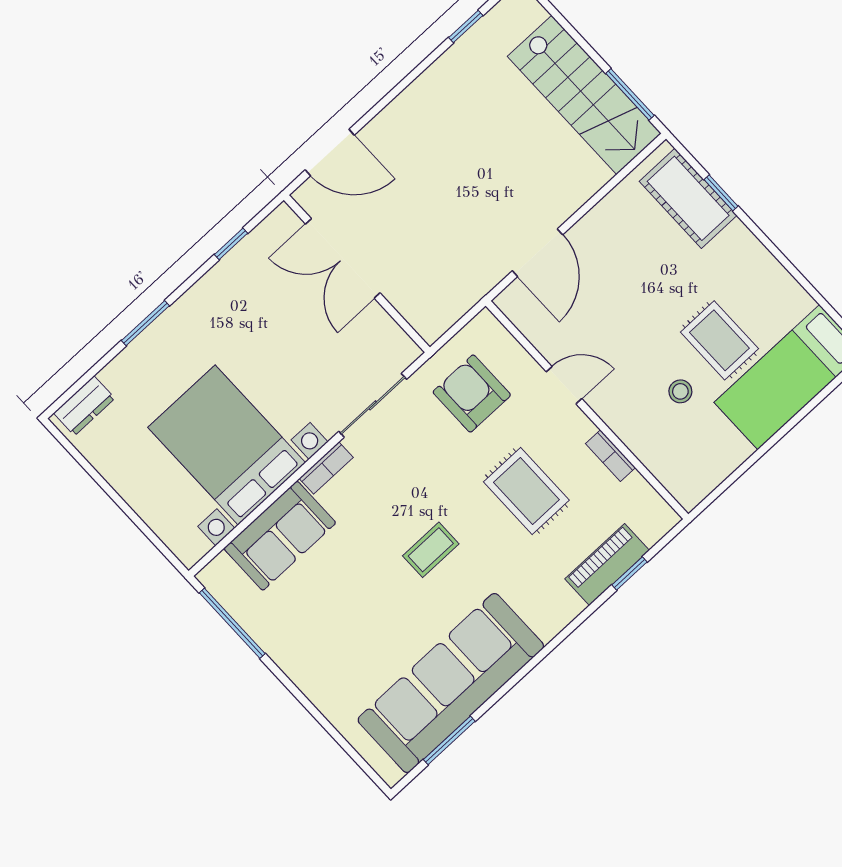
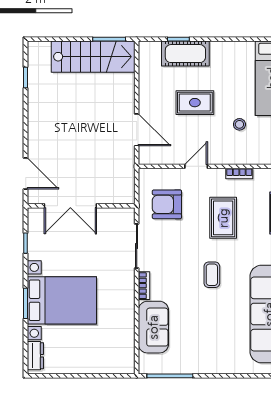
door: (330, 152) -> (26, 173), hinge flipped
cot: (688, 198) -> (185, 54), moved
rug: (719, 340) -> (195, 103), moved
bed with nightstands: (227, 445) -> (62, 300), moved, turned 180
rug: (526, 491) -> (223, 218), turned 90

